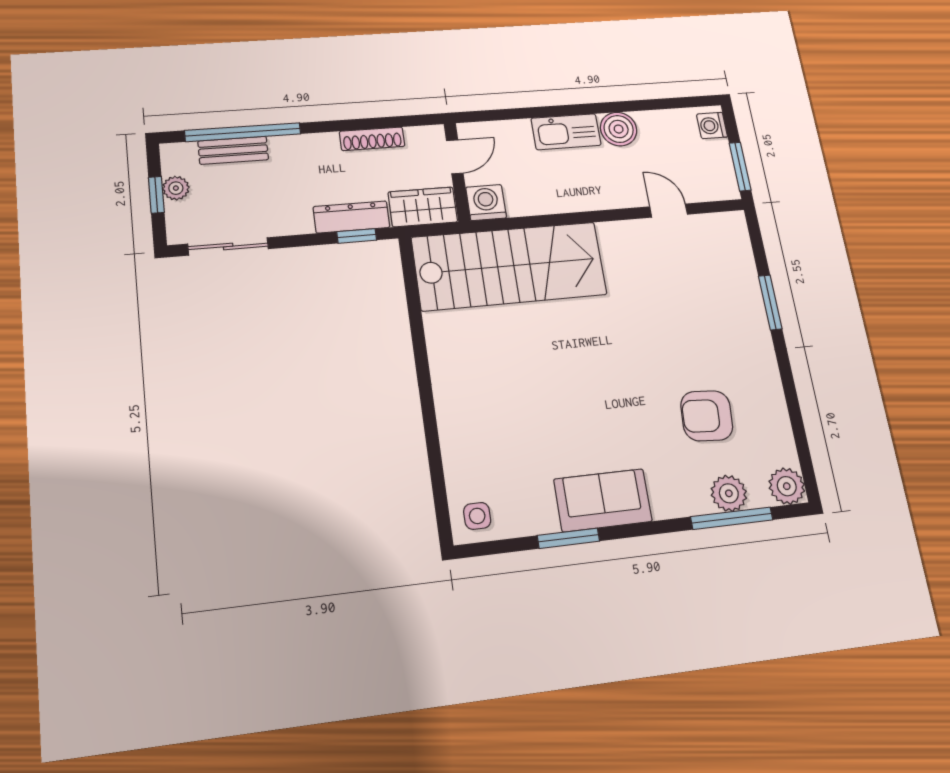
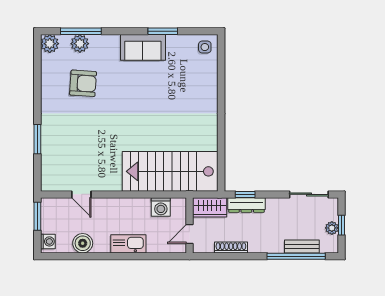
boiler: (619, 129) -> (83, 243), moved
washing machine: (486, 203) -> (161, 207), moved

